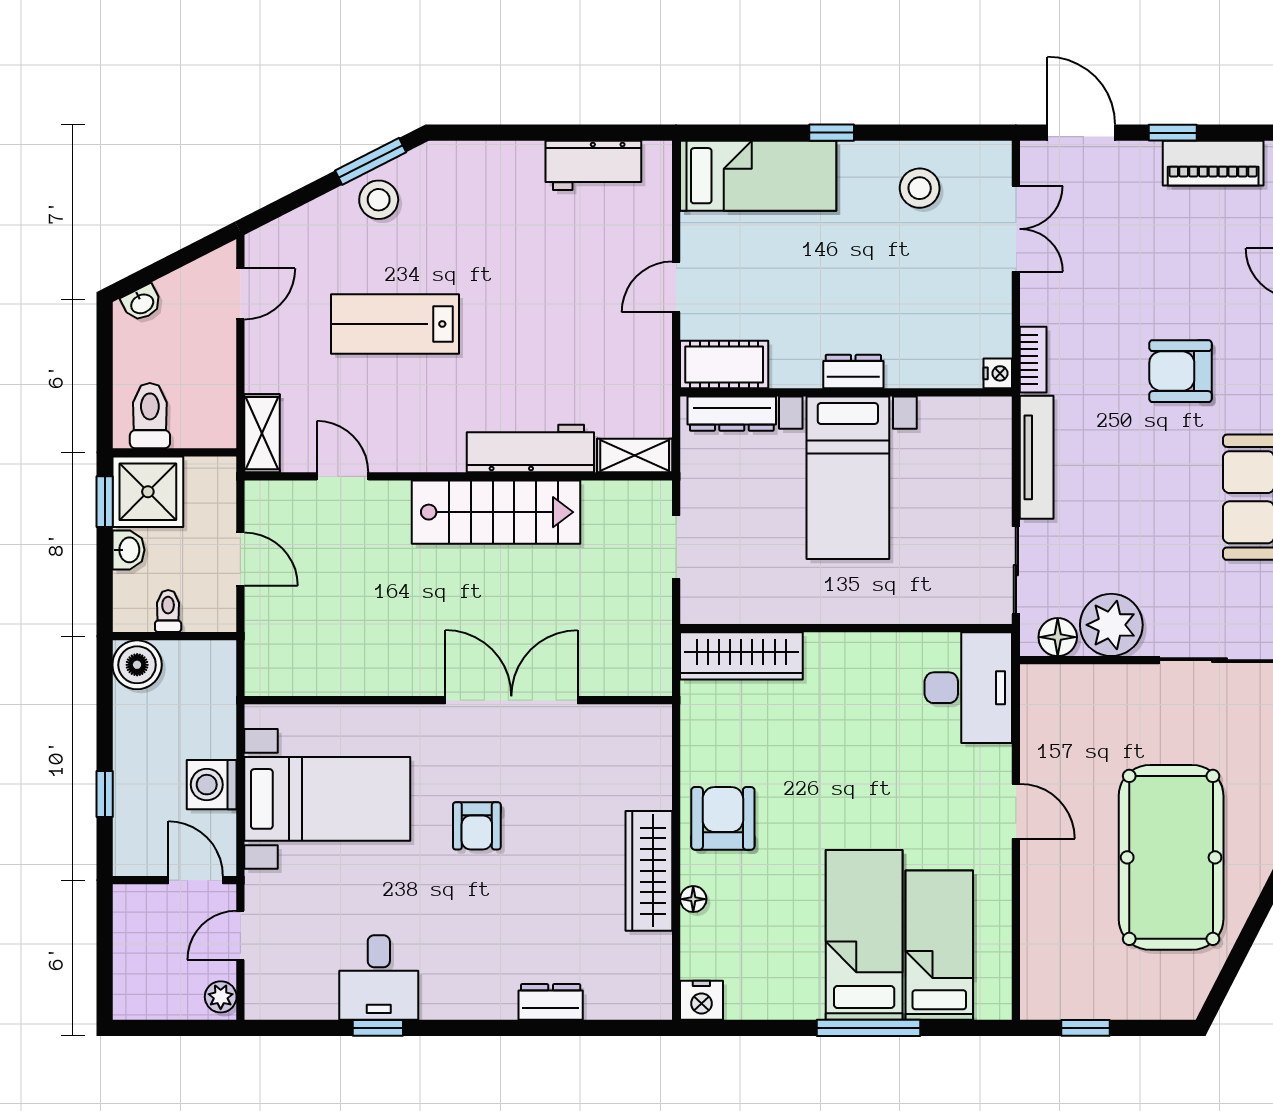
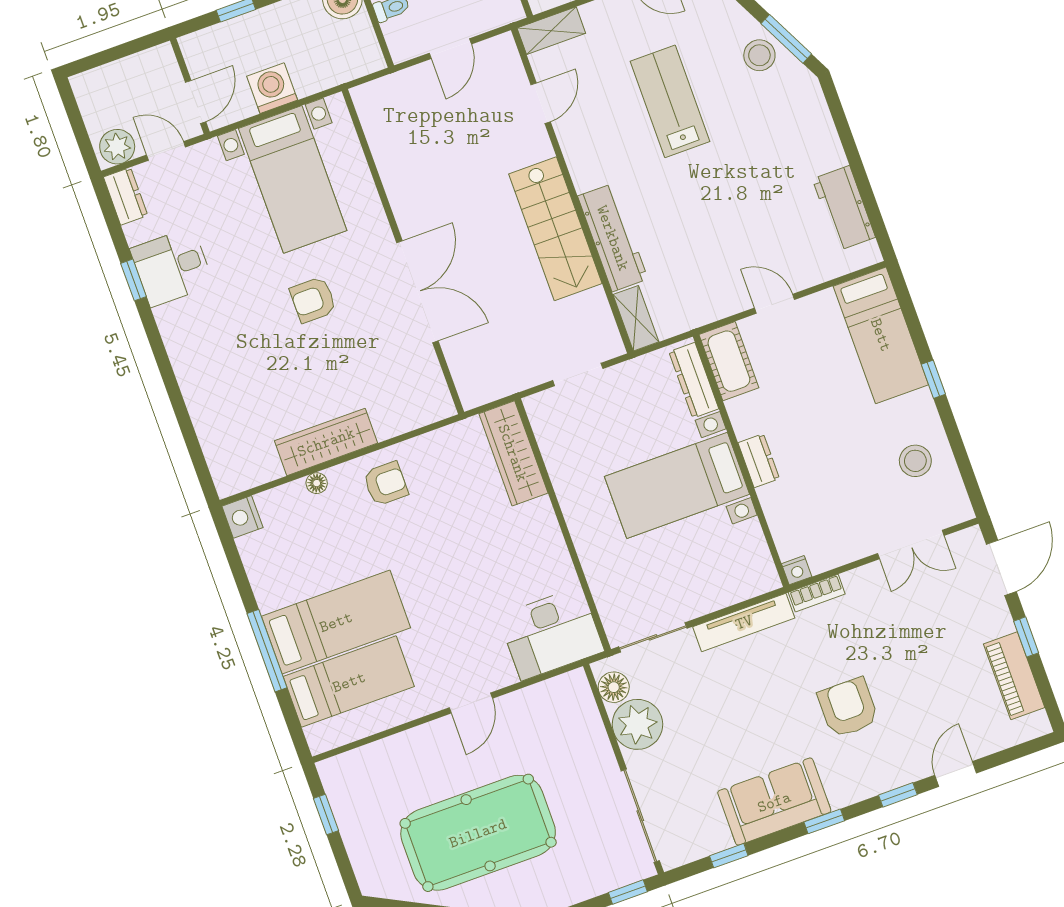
armchair: (723, 818) -> (386, 484), width x0.72, depth x0.72
plant: (221, 997) -> (117, 147), width x1.38, depth x1.38
dresser: (551, 1002) -> (126, 196), moved

